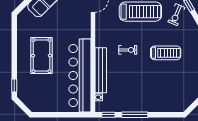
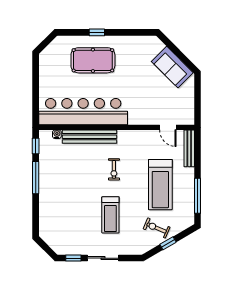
pool table: (41, 56) -> (93, 60), moved
window: (14, 85) -> (97, 32), moved

